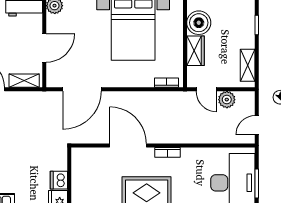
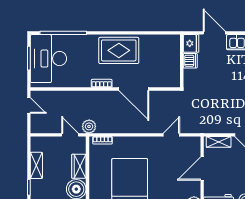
shelving: (248, 65) -> (36, 165), moved
door: (82, 89) -> (171, 135), width x0.53
plant: (227, 100) -> (89, 126), moved
door: (257, 125) -> (29, 105), hinge flipped

